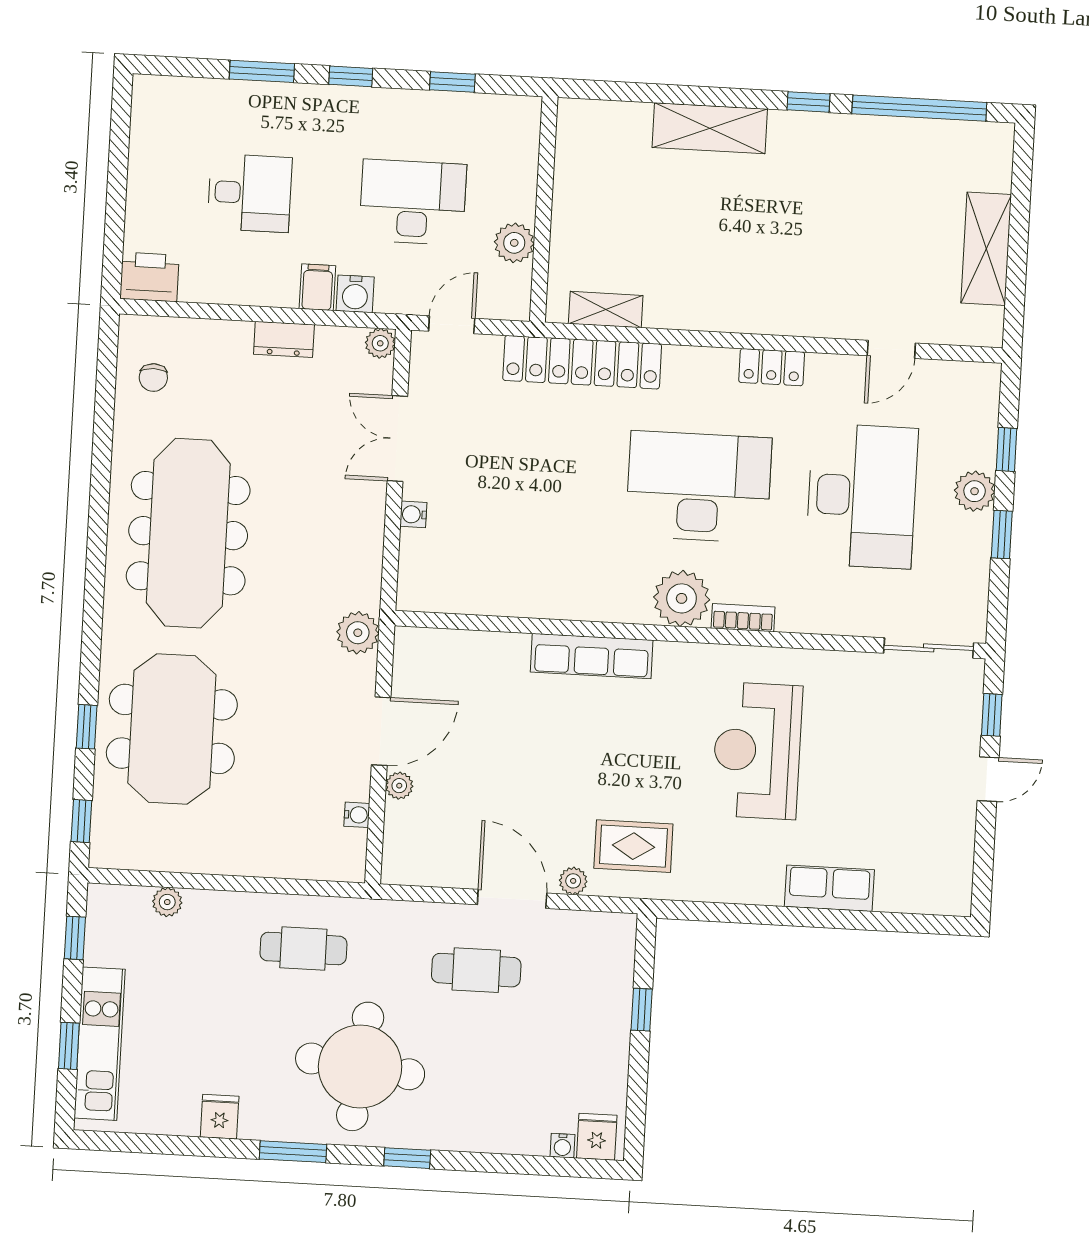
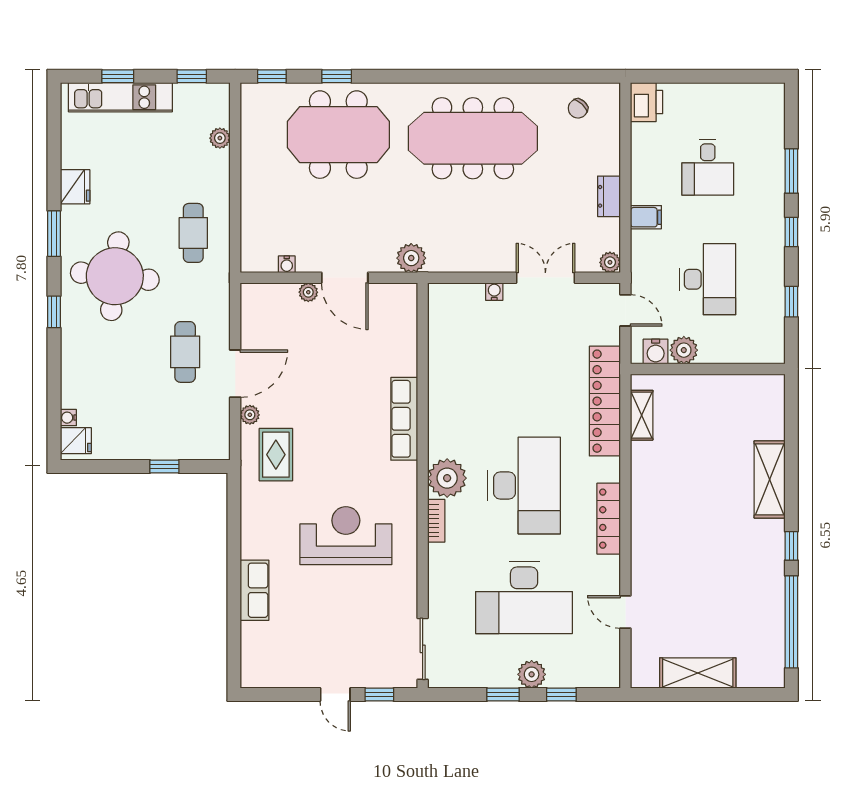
water cooler: (355, 294) -> (656, 352), moved, turned -90
locker: (772, 367) -> (609, 519), width x1.53
chair: (153, 378) -> (578, 109), turned -47
fridge: (220, 1117) -> (75, 187), width x1.38

